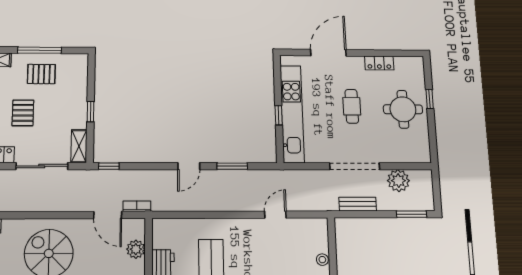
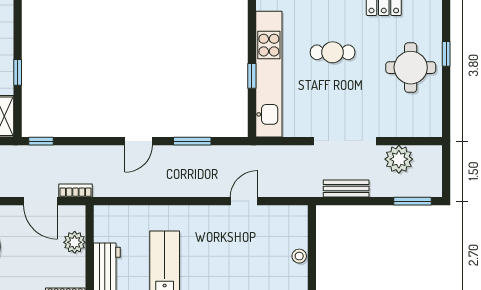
cafe table: (352, 106) -> (333, 52), moved, turned 90

